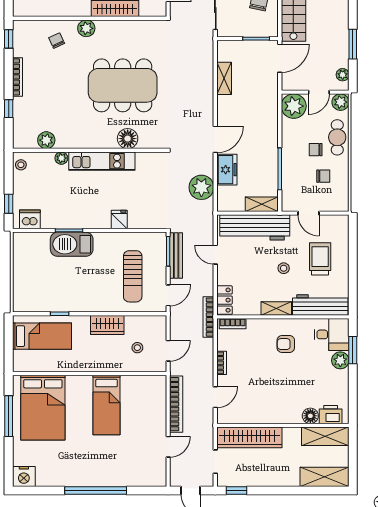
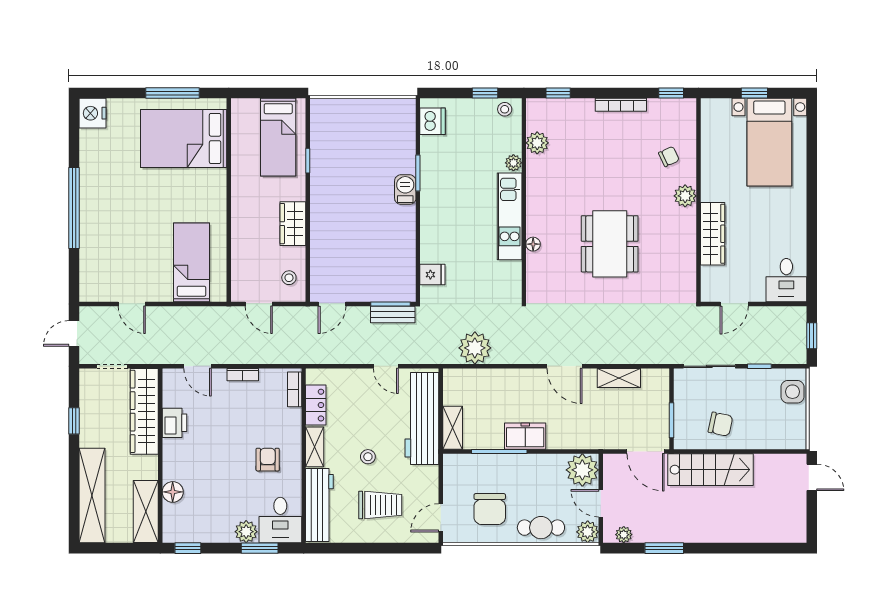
dining table: (123, 85) -> (610, 244), width x0.73, depth x0.80
window: (9, 109) -> (558, 93), moved
floor lamp: (128, 139) -> (533, 244), width x0.53, depth x0.53
door: (215, 139) -> (565, 366), moved
chair: (316, 150) -> (525, 499), removed
freezer: (227, 170) -> (525, 436), moved, turned 180
chair: (323, 176) -> (490, 509), width x1.87, depth x1.87
window: (9, 204) -> (485, 93), moved
door: (309, 213) -> (441, 518), moved
fridge: (119, 219) -> (432, 275), moved
barbecue: (72, 244) -> (405, 190), width x0.53, depth x0.65
bench: (176, 255) -> (393, 314), width x0.73
door: (215, 255) -> (386, 366), swing flipped
sun lounger: (133, 276) -> (357, 257), removed
door: (168, 295) -> (332, 304), hinge flipped
locker: (225, 300) -> (316, 405), moved, turned -90
bookcase: (208, 317) -> (303, 357), removed
stool: (137, 348) -> (289, 278), moved
bookcase: (176, 404) -> (188, 315), removed
window: (353, 404) -> (188, 548), added
bed: (107, 405) -> (192, 262), moved, turned 90
printer: (331, 415) -> (175, 423), moved
shelving: (324, 477) -> (92, 496), width x1.47
window: (236, 491) -> (74, 421), moved

